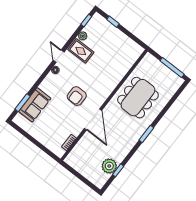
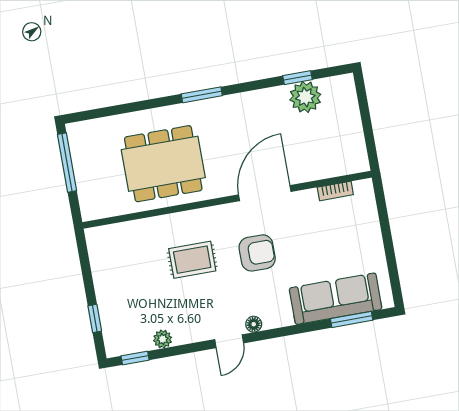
rug: (81, 51) -> (192, 260), moved, turned 90
sofa: (35, 105) -> (336, 299), width x1.36

